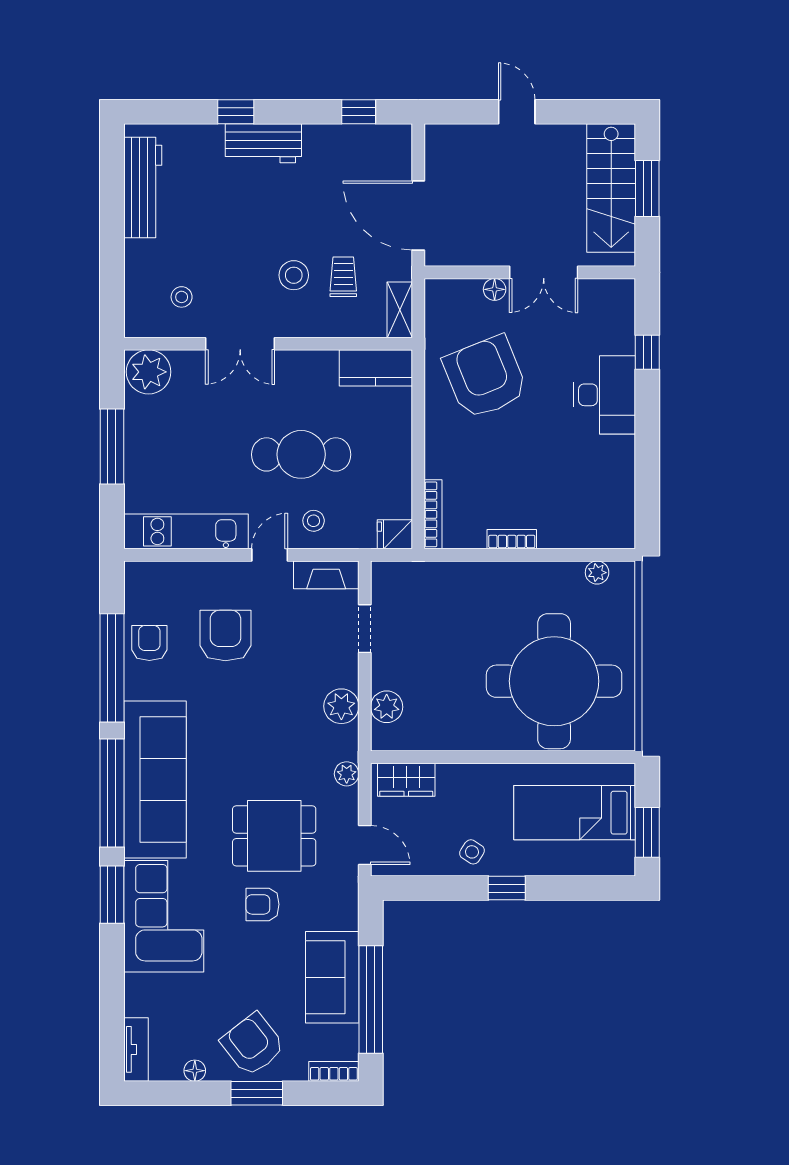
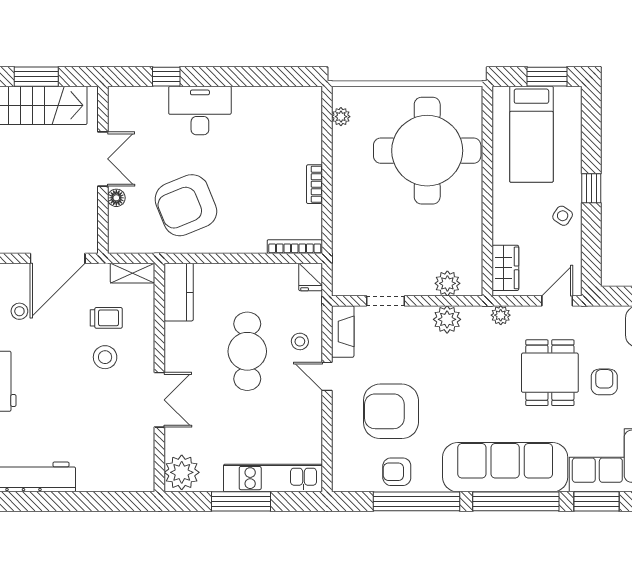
trolley: (343, 277) -> (106, 318), turned 180
stool: (182, 297) -> (19, 311), moved
kitchen unit: (186, 531) -> (273, 478), moved, turned 90
armchair: (225, 636) -> (391, 411), width x1.36, depth x1.36
armchair: (262, 904) -> (604, 382), turned 180

